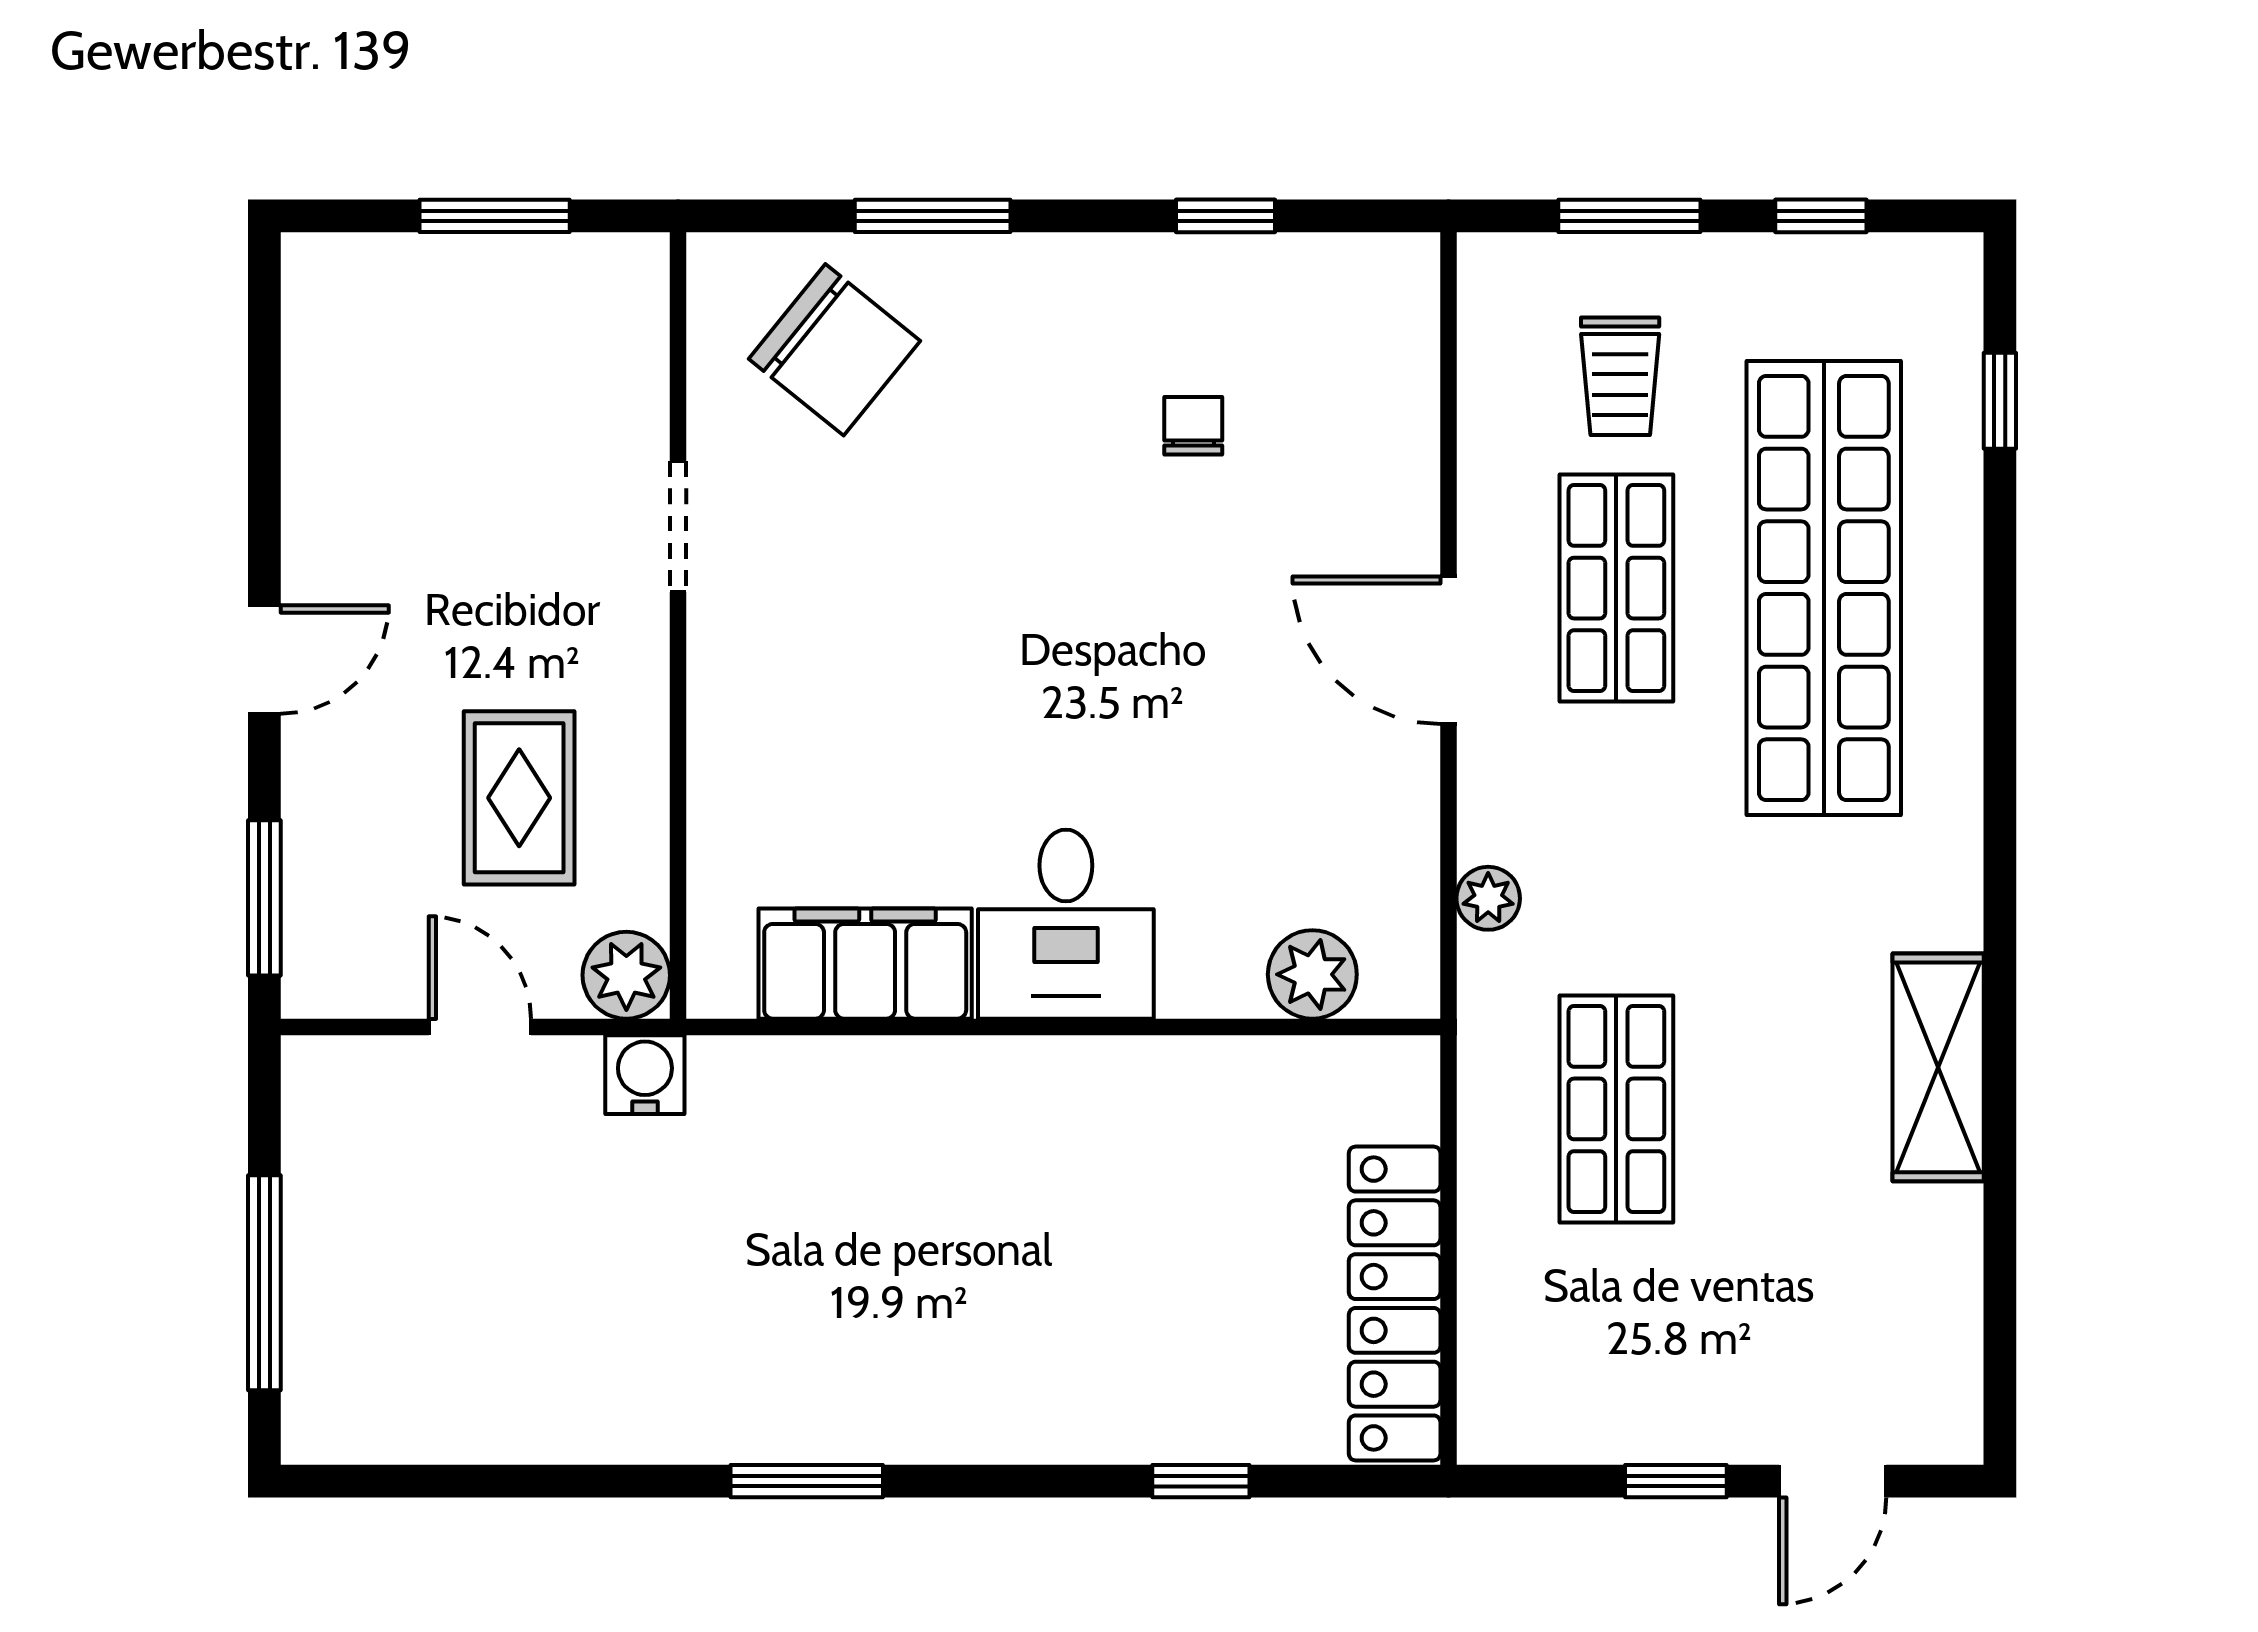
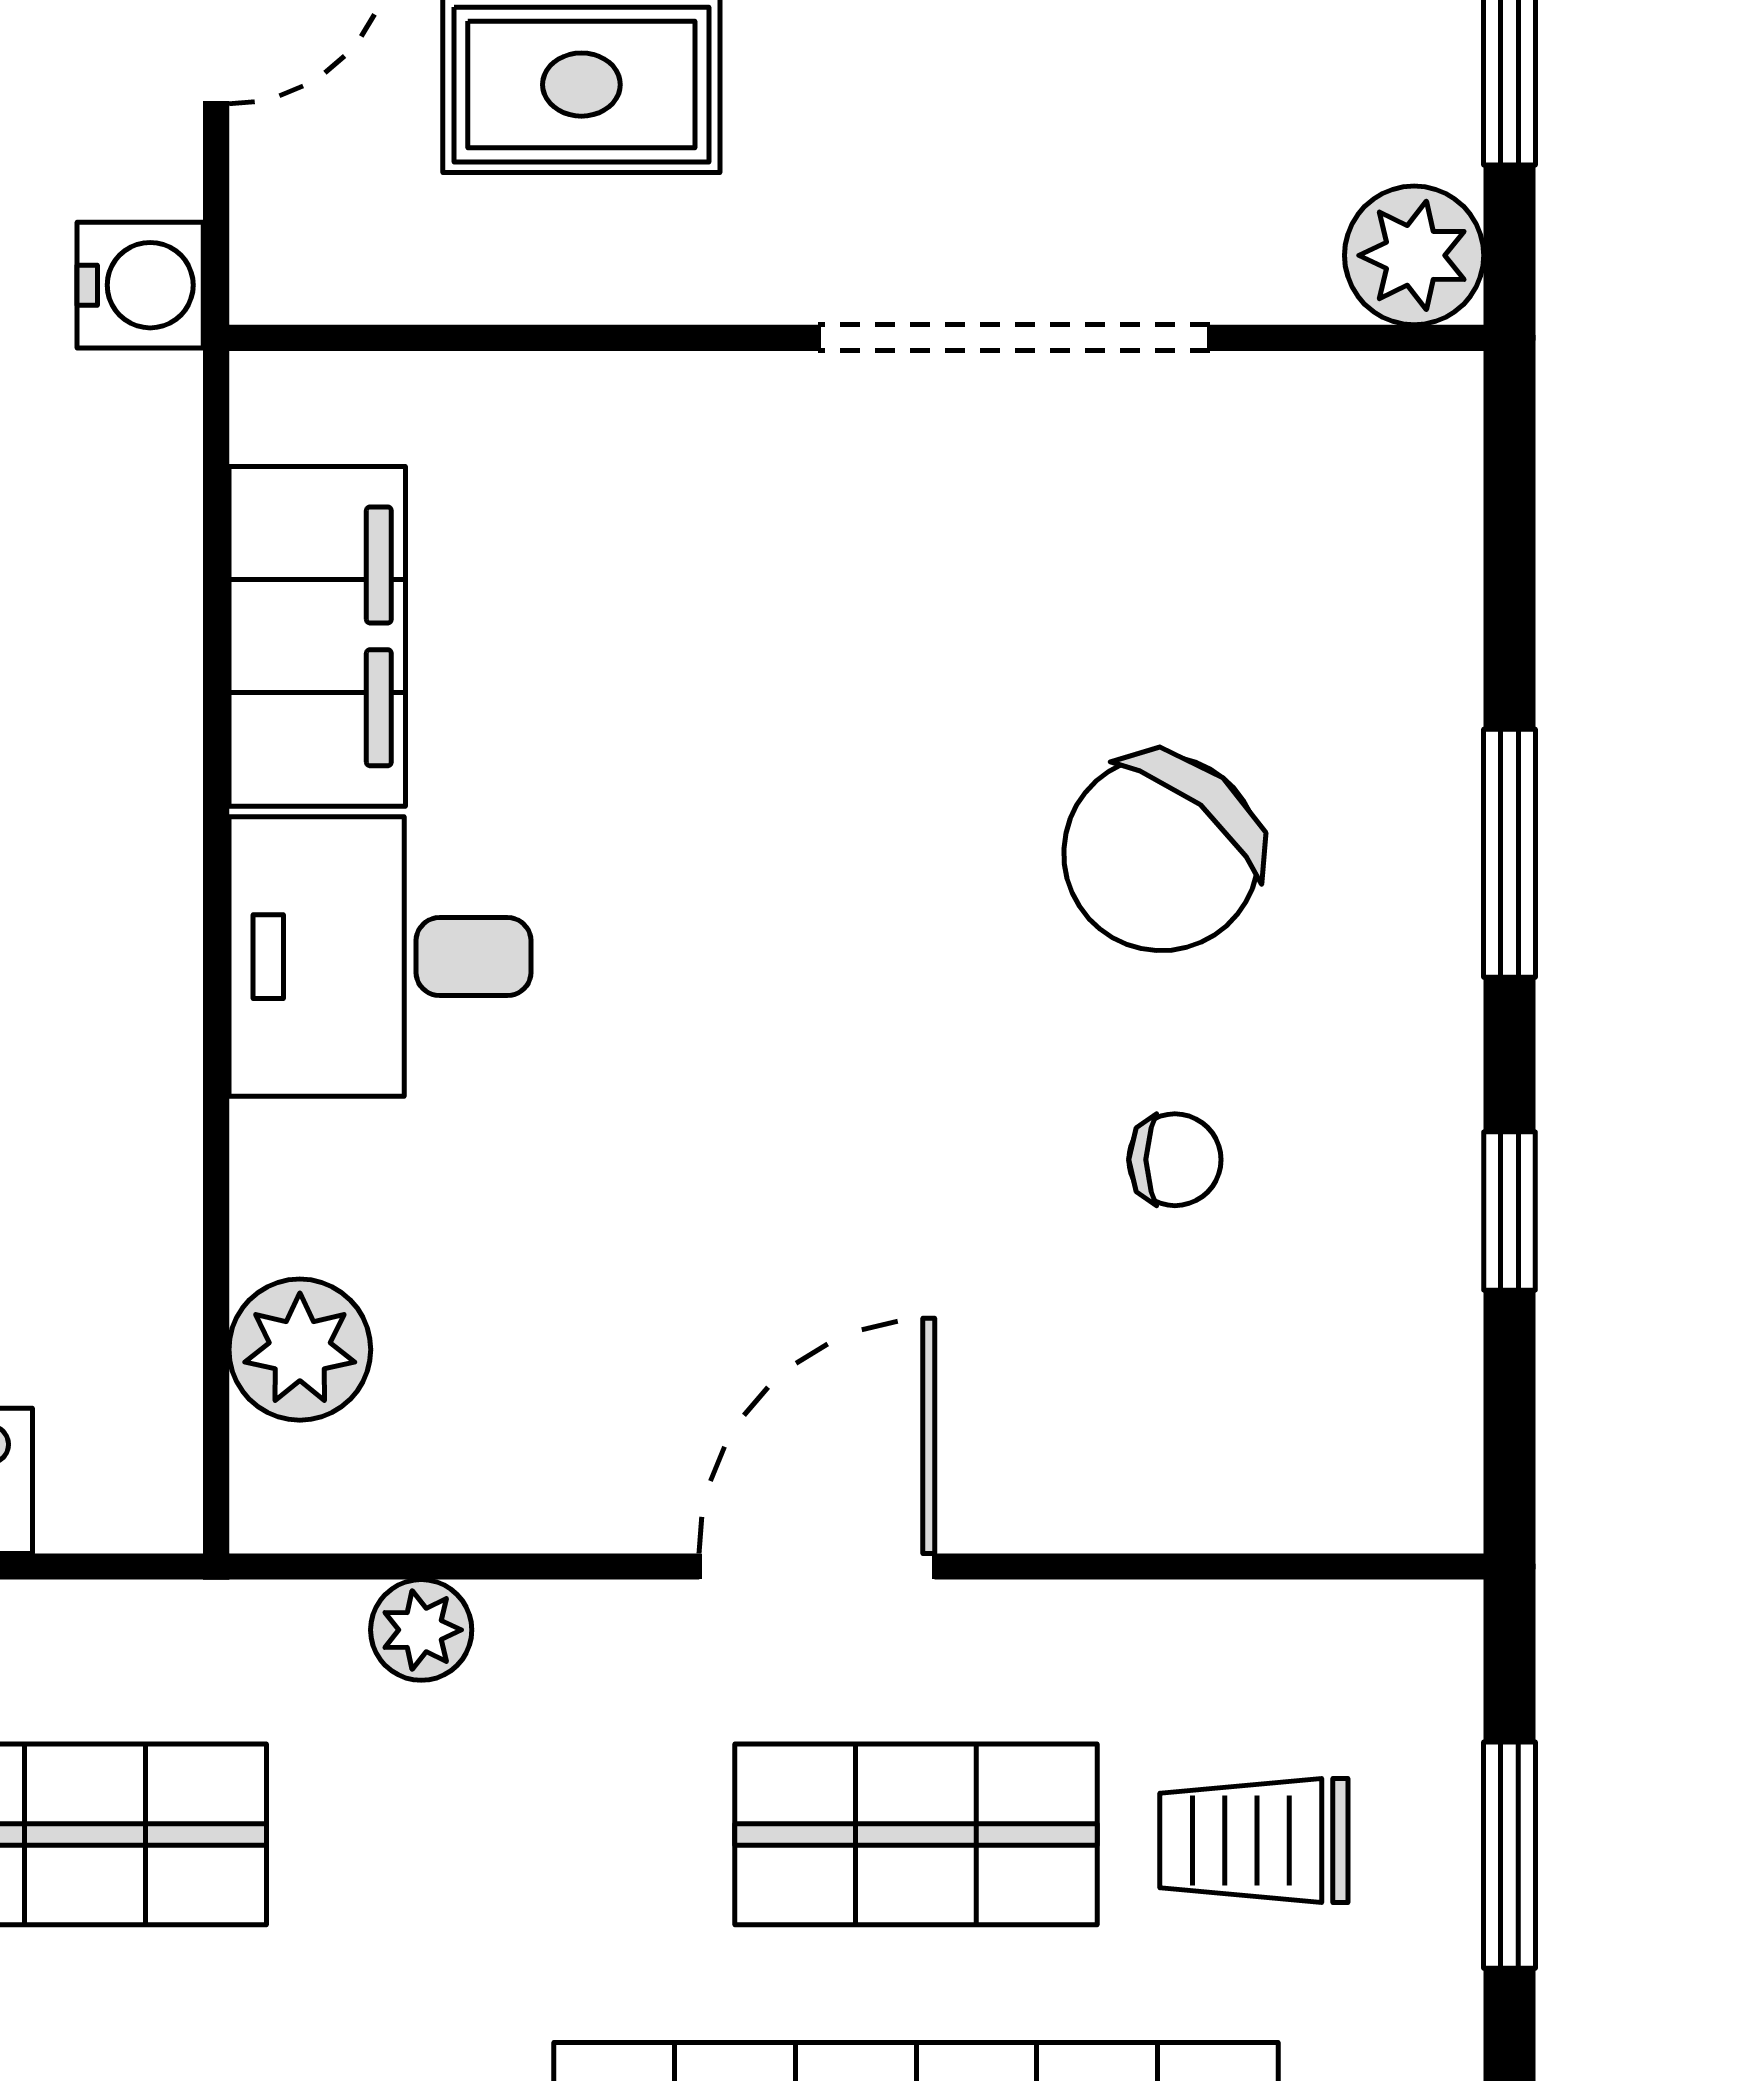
window: (933, 216) -> (1509, 853), moved
chair: (834, 350) -> (1161, 853), moved
doorway: (678, 527) -> (1014, 338), width x1.87
plant: (626, 975) -> (1414, 255), moved

